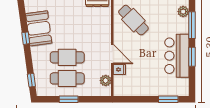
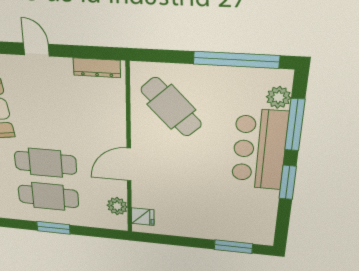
door: (112, 54) -> (129, 164), swing flipped
bar counter: (177, 56) -> (259, 150), moved
fridge: (119, 70) -> (143, 217), moved

